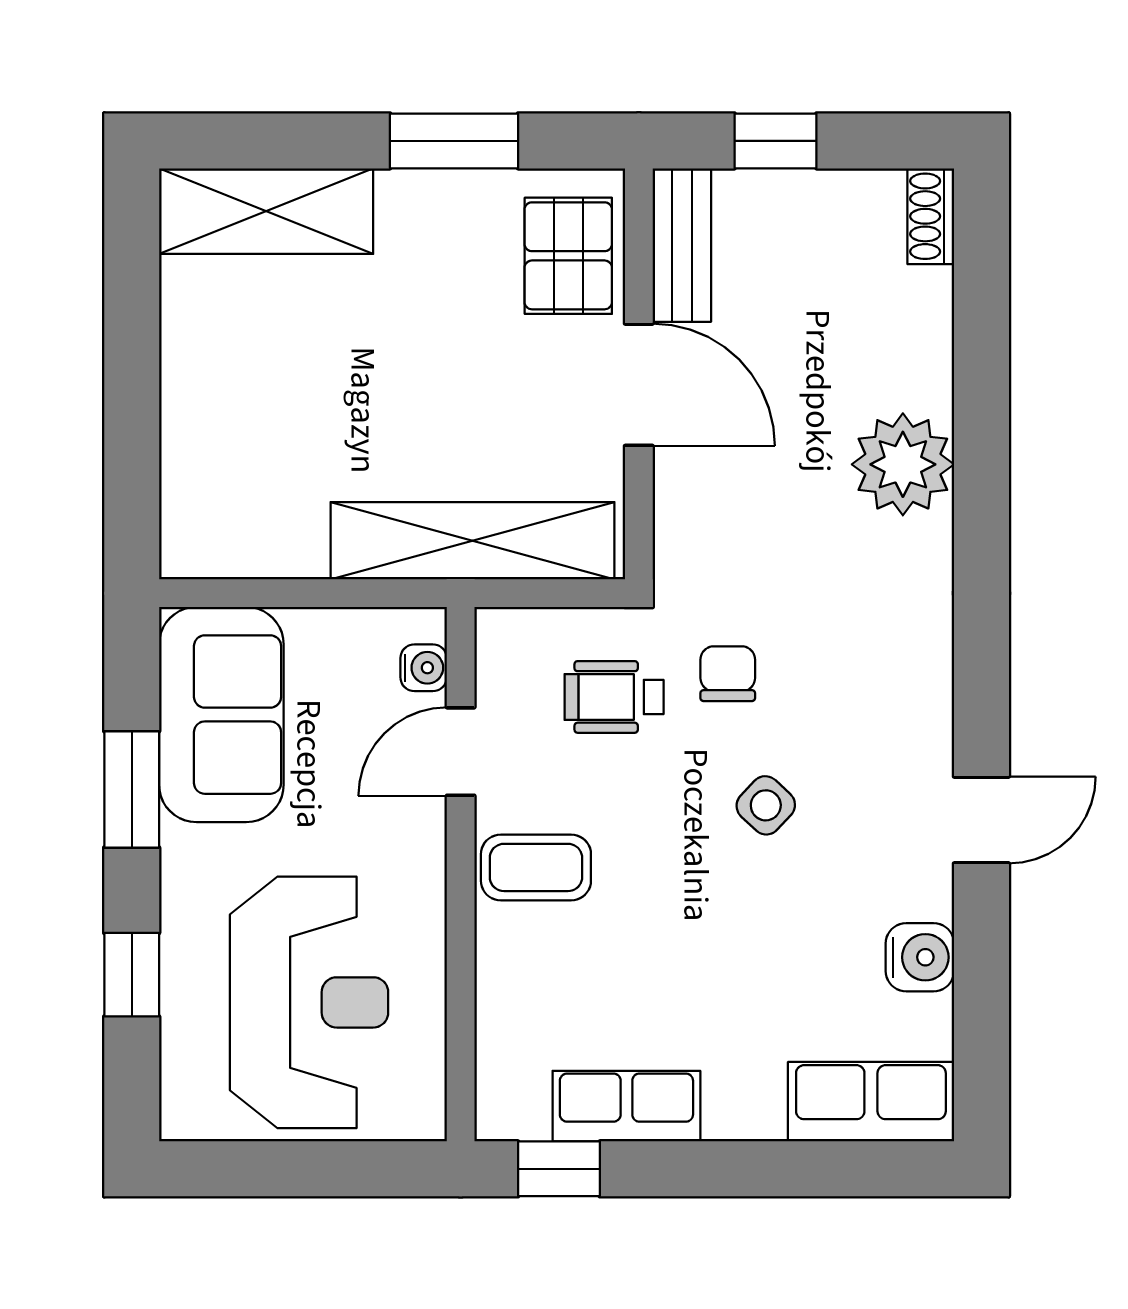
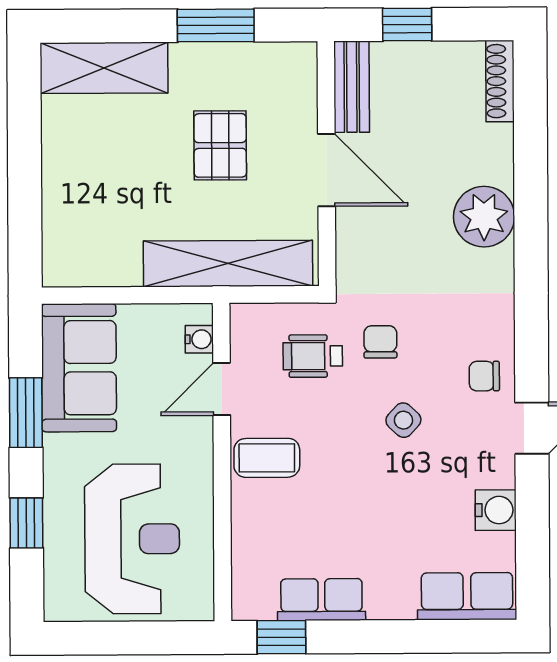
shoe rack: (931, 216) -> (500, 81), width x1.43
pallet: (568, 256) -> (220, 145), moved
chair: (902, 732) -> (484, 376), added

